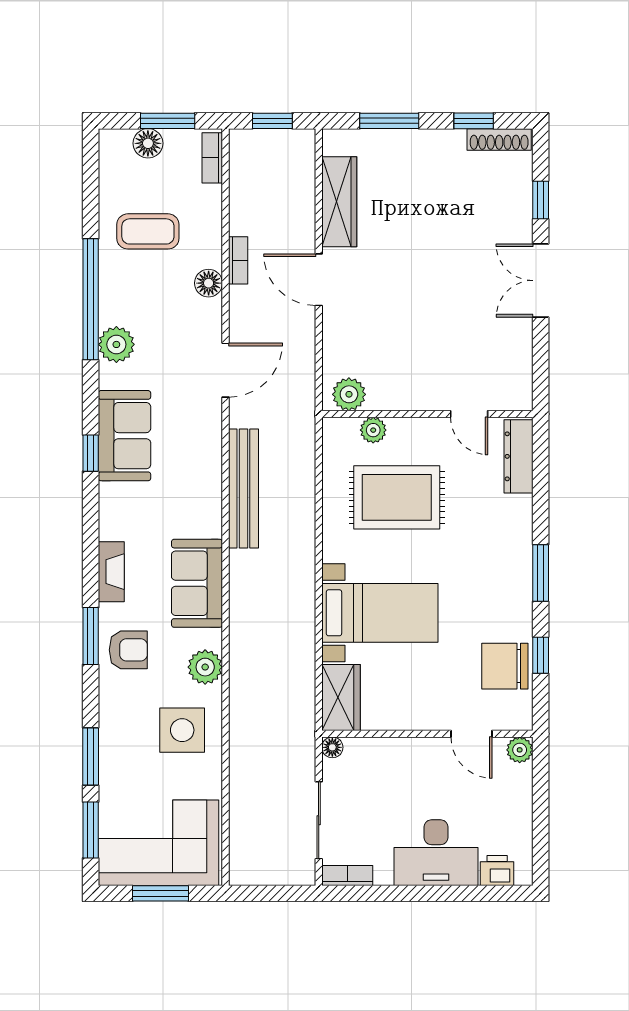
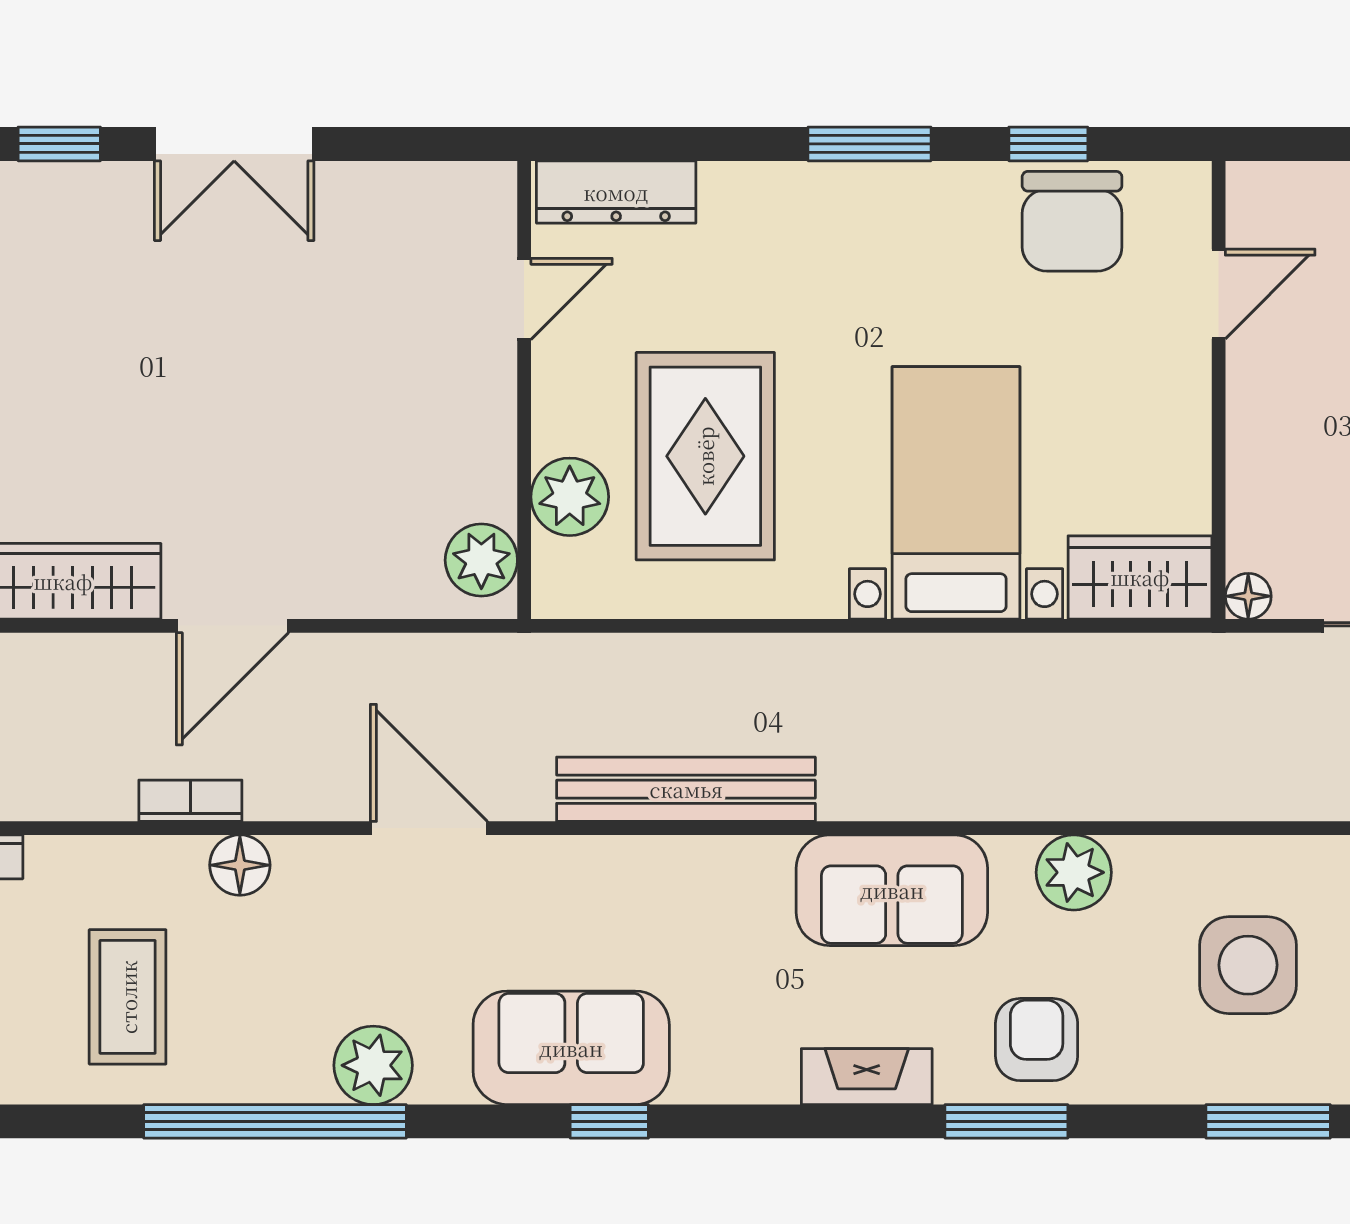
plant: (373, 430) -> (570, 497), width x1.38, depth x1.38
side table: (182, 730) -> (1248, 965), moved
plant: (520, 750) -> (1254, 189), removed

